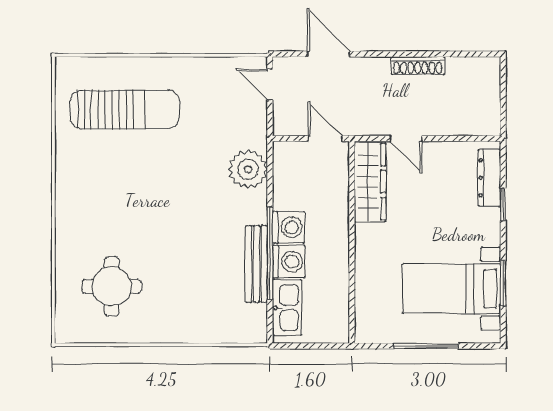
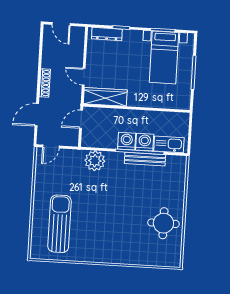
shoe rack: (418, 66) -> (45, 83), moved
door: (503, 90) -> (61, 24), added
door: (406, 139) -> (84, 77), swing flipped
round table: (112, 286) -> (163, 223), moved

